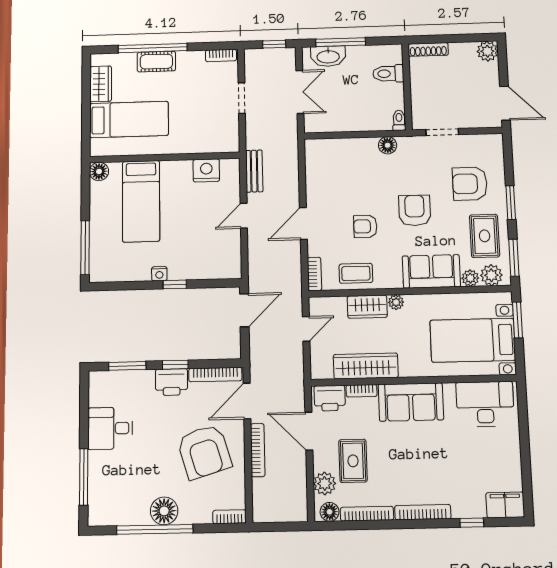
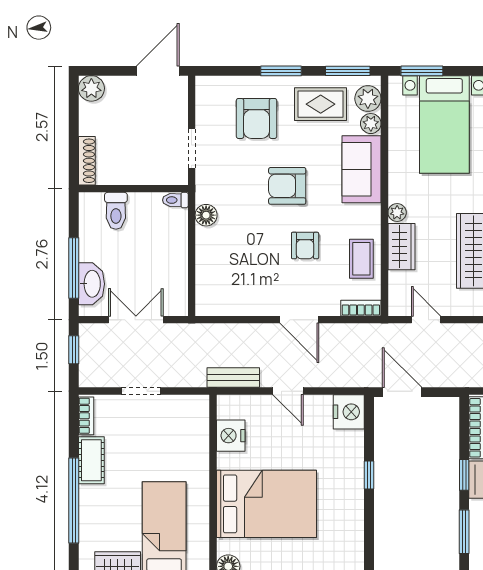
cot: (156, 62) -> (91, 460), moved
bed: (141, 201) -> (266, 504), width x1.50
nightstand: (159, 274) -> (349, 412), moved, width x1.89, depth x1.79

